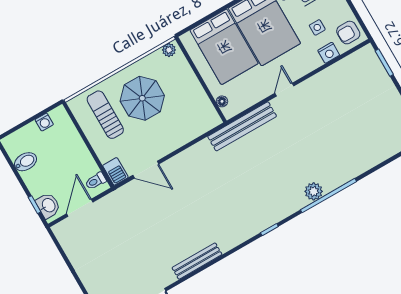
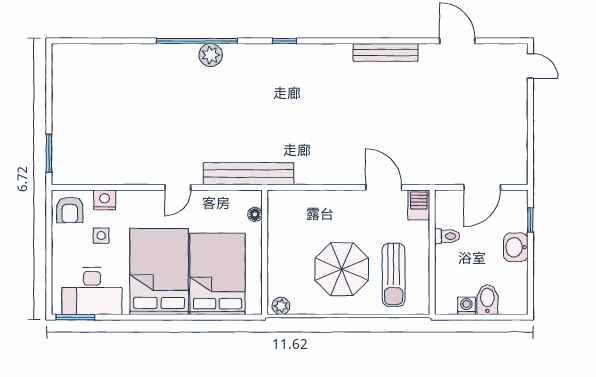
armchair: (348, 33) -> (70, 210), turned 90
bidet: (25, 162) -> (487, 300), moved, turned 90
toilet: (96, 181) -> (447, 236), moved
washbasin: (48, 205) -> (516, 247), moved

